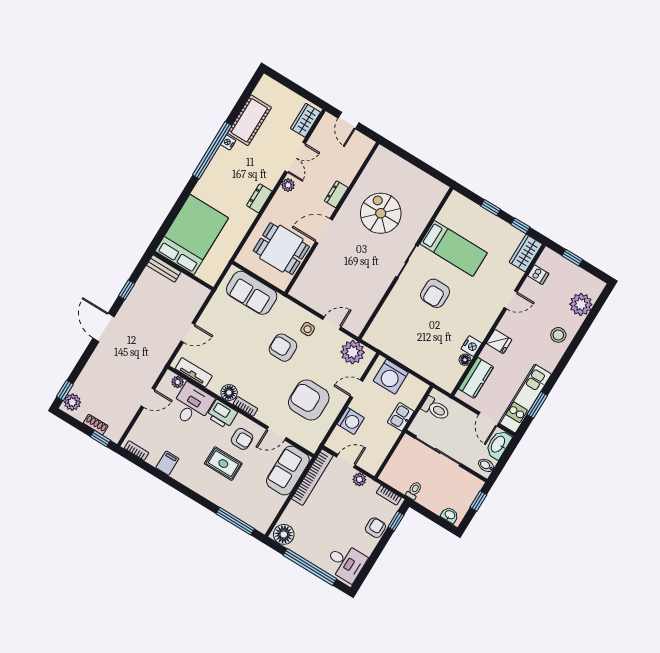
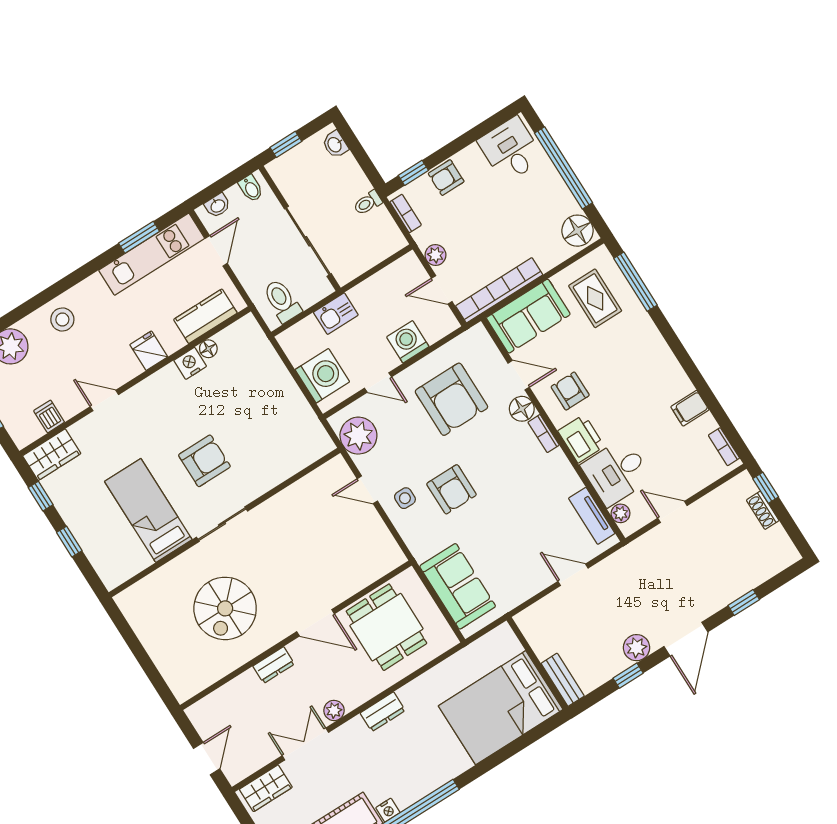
window: (65, 390) -> (744, 603), moved
floor lamp: (229, 393) -> (522, 409), moved
plant: (72, 402) -> (637, 648), moved
washbasin: (498, 444) -> (218, 206), width x0.52, depth x0.69
rug: (223, 464) -> (595, 298), moved

